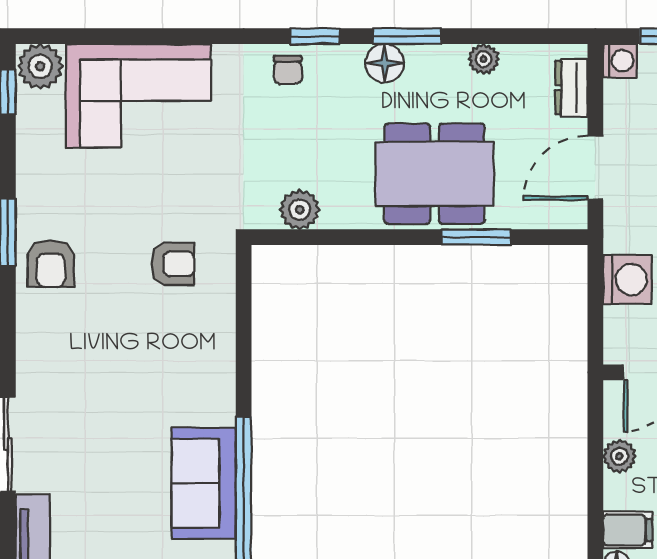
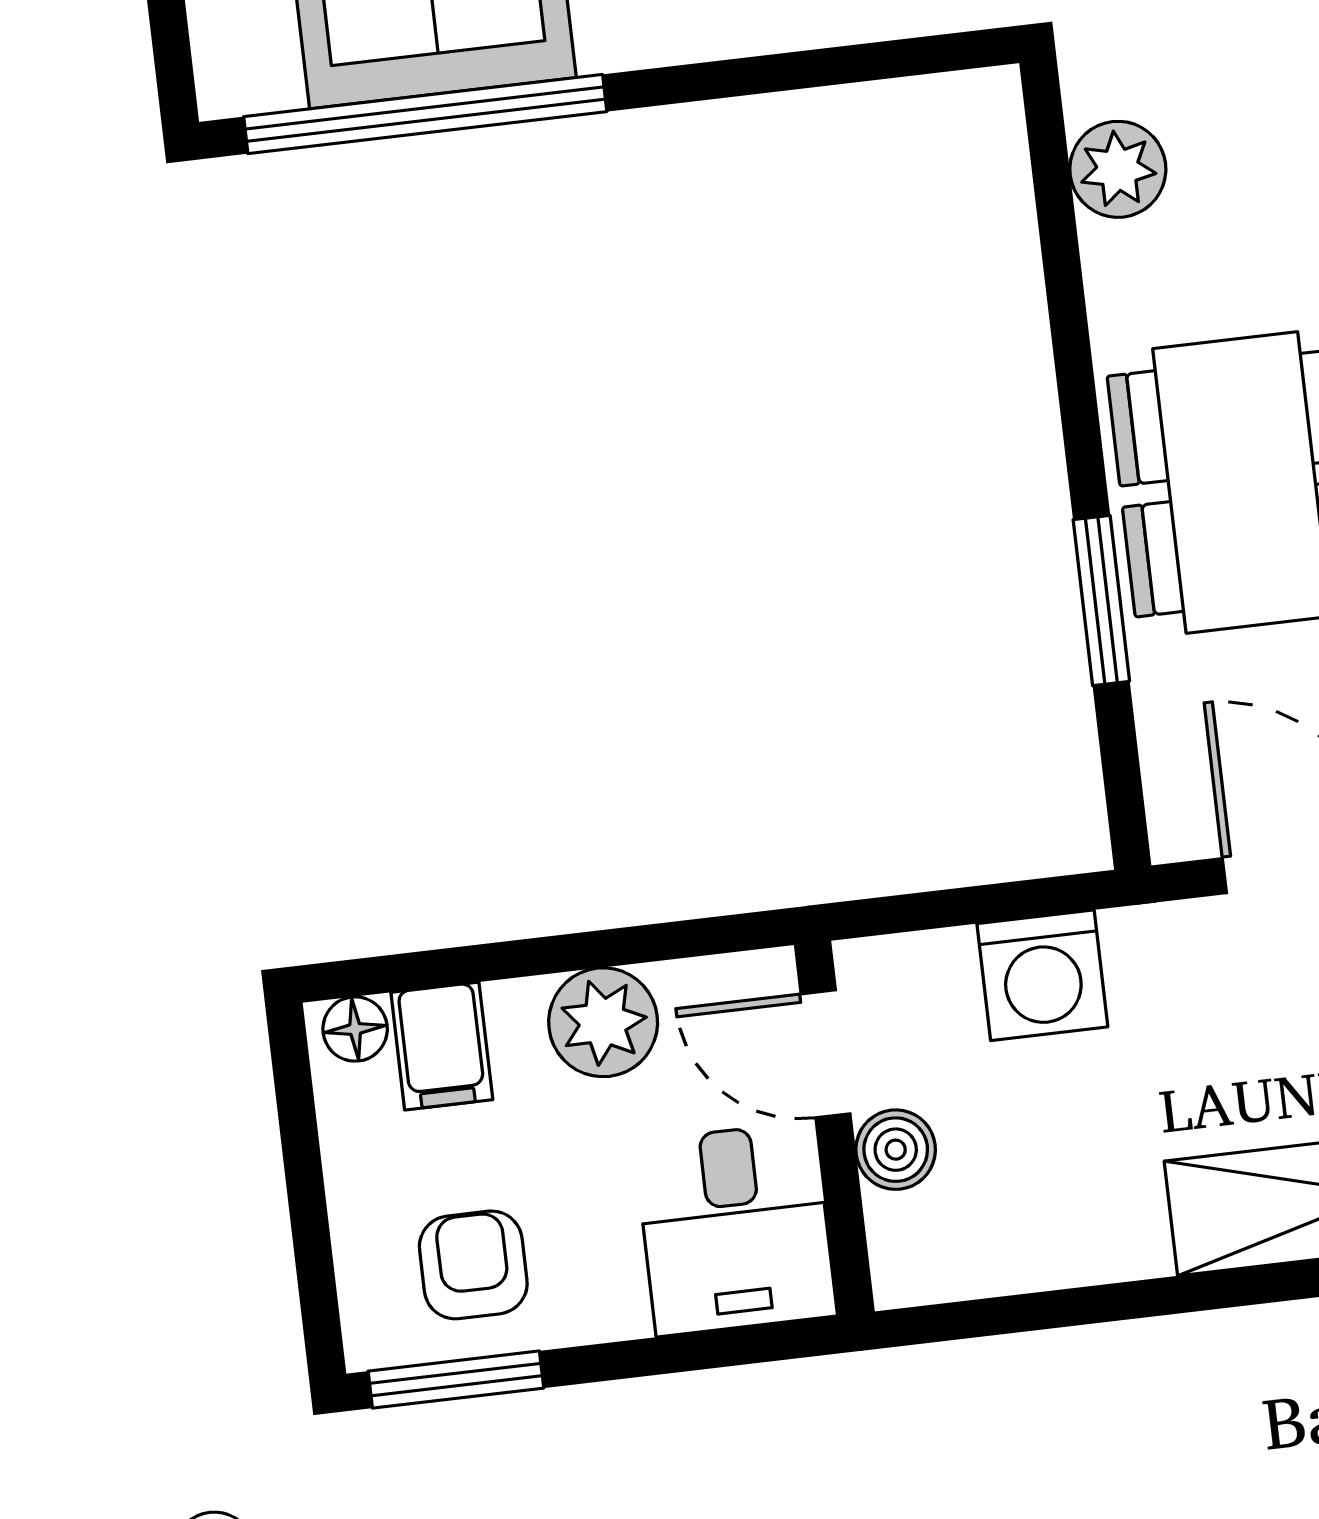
plant: (619, 456) -> (603, 1022), width x1.38, depth x1.38

